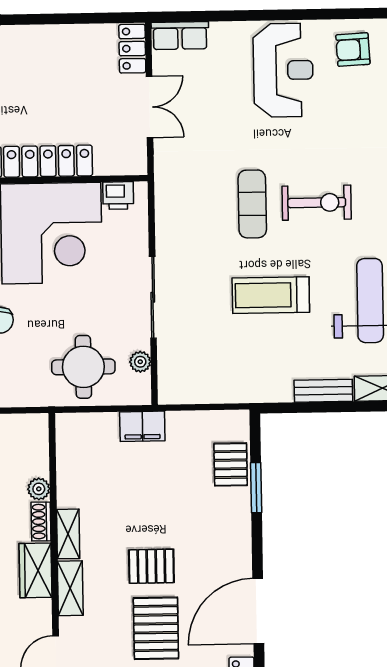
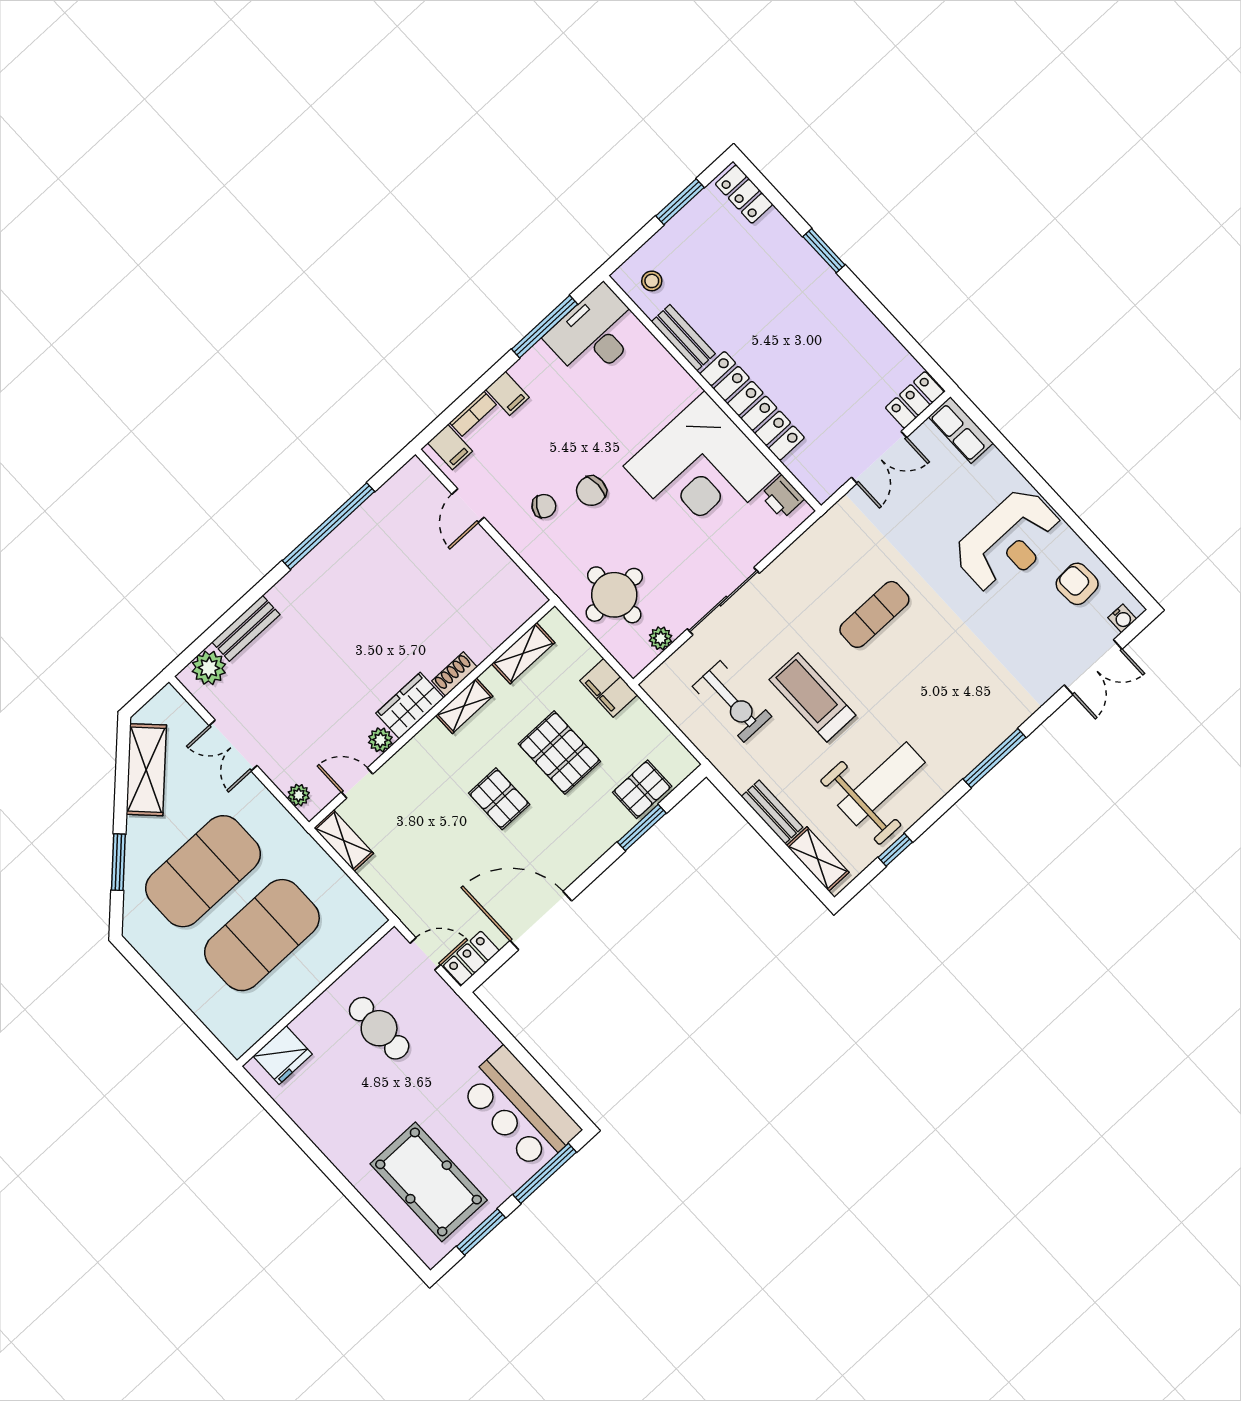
exercise bike: (317, 203) -> (732, 701), moved
plant: (39, 489) -> (380, 740), moved
shelving: (70, 588) -> (523, 653), moved
pallet: (156, 628) -> (559, 753), moved, turned 90

